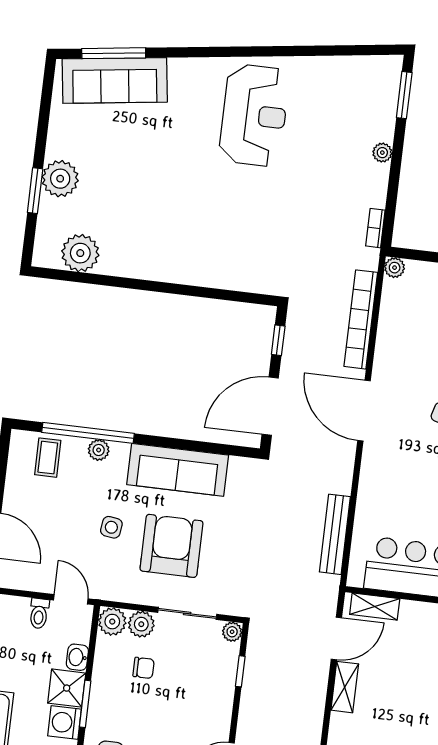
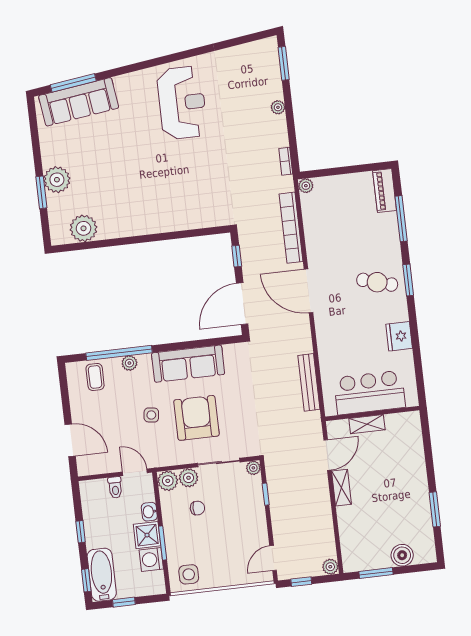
shelving: (375, 607) -> (367, 424), moved

